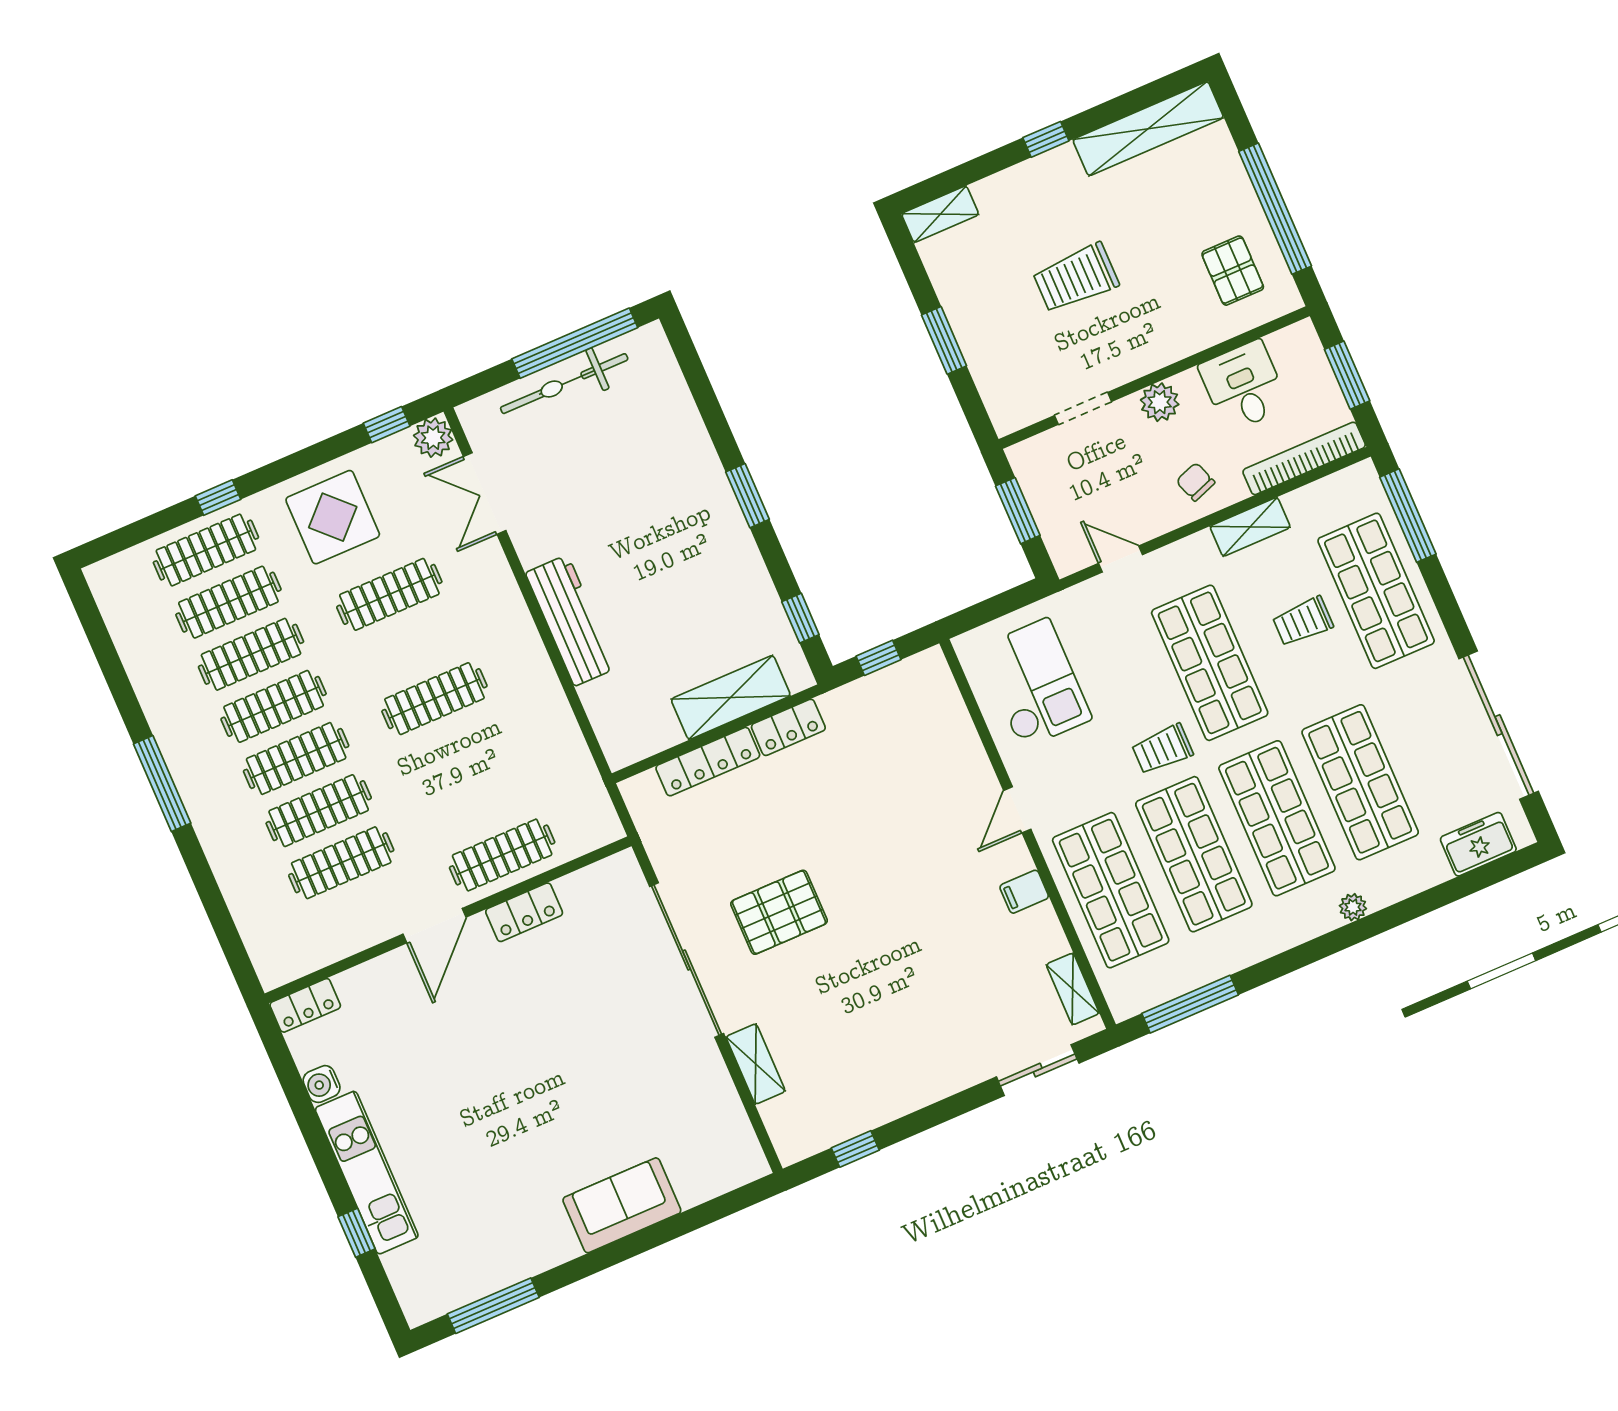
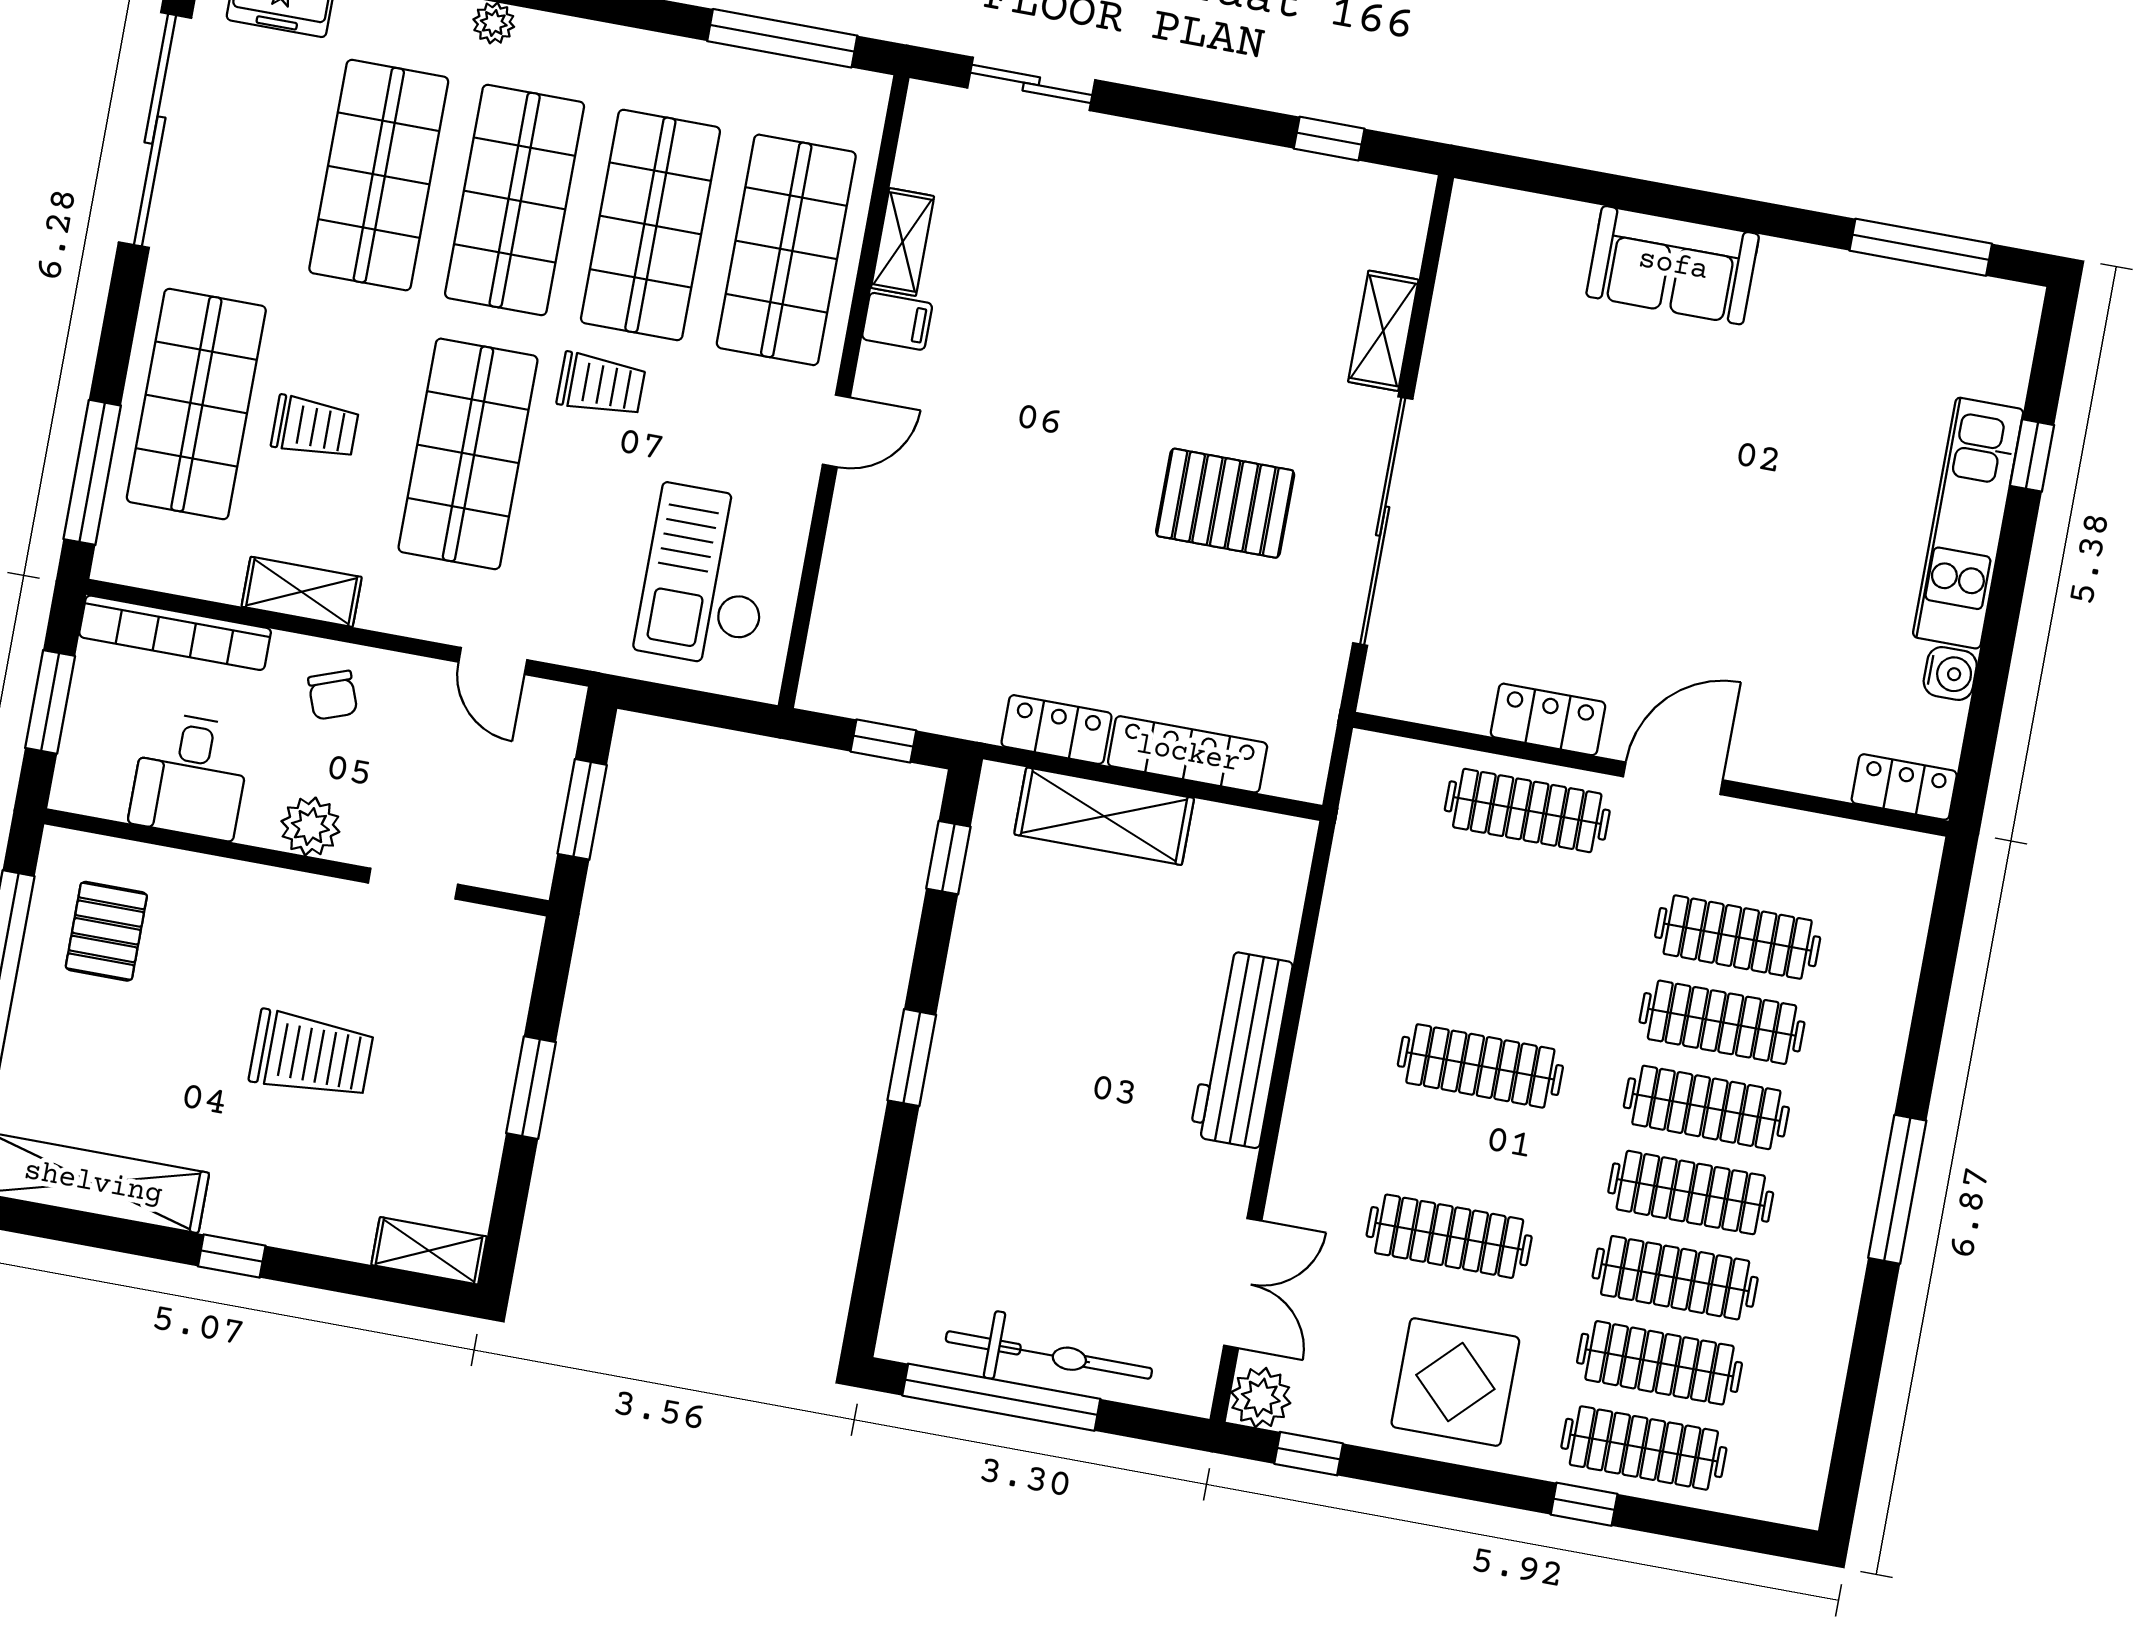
shelving: (1073, 989) -> (903, 242), moved

